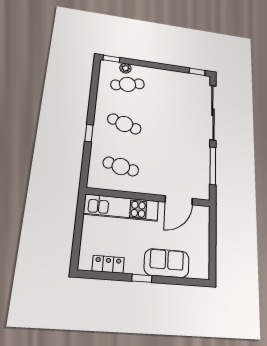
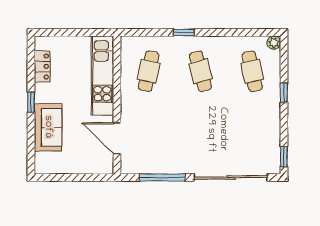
window: (111, 59) -> (284, 93), moved
plant: (125, 68) -> (274, 43), moved
cafe table: (124, 124) -> (200, 71), turned -33

